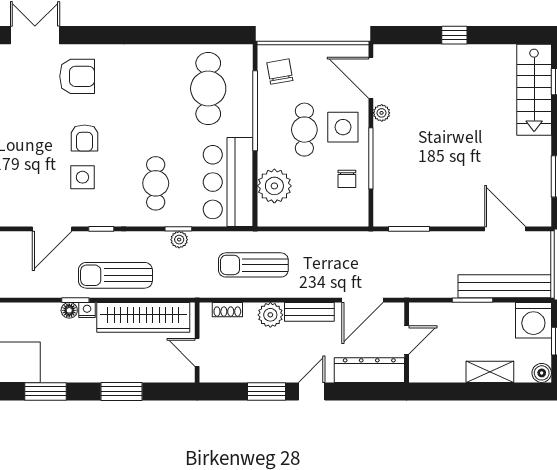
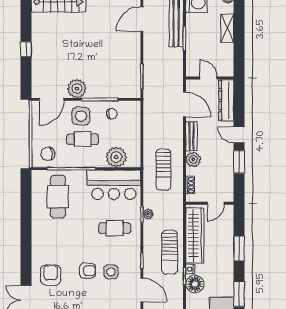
cafe table: (208, 89) -> (58, 197), turned 90
plant: (382, 113) -> (77, 89), width x1.88, depth x1.88
floor lamp: (69, 310) -> (195, 284), width x1.89, depth x1.89

